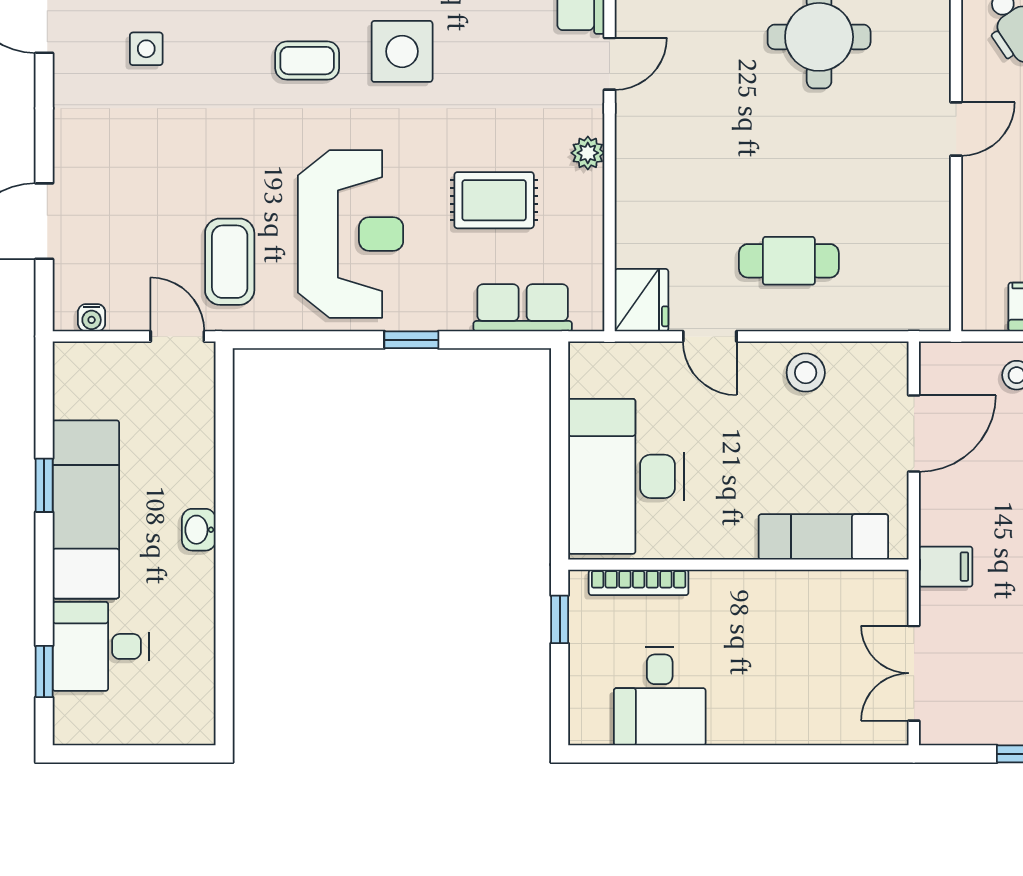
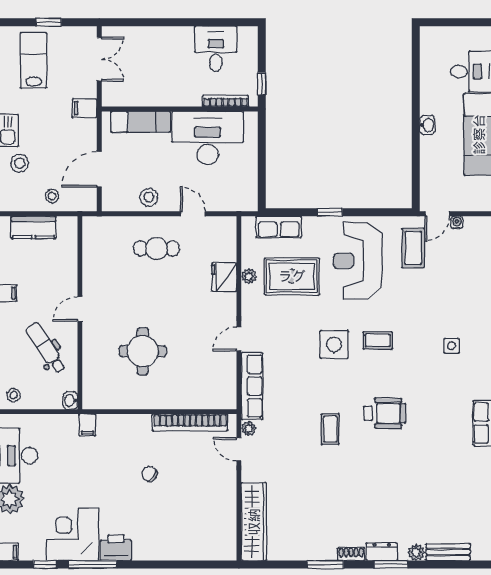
plant: (588, 153) -> (249, 276), moved
rug: (494, 200) -> (292, 276), width x1.36, depth x1.43
fridge: (641, 300) -> (224, 277), moved
water cooler: (92, 318) -> (457, 222), moved
door: (177, 336) -> (437, 214), hinge flipped
desk: (626, 476) -> (208, 138), moved, turned -90

